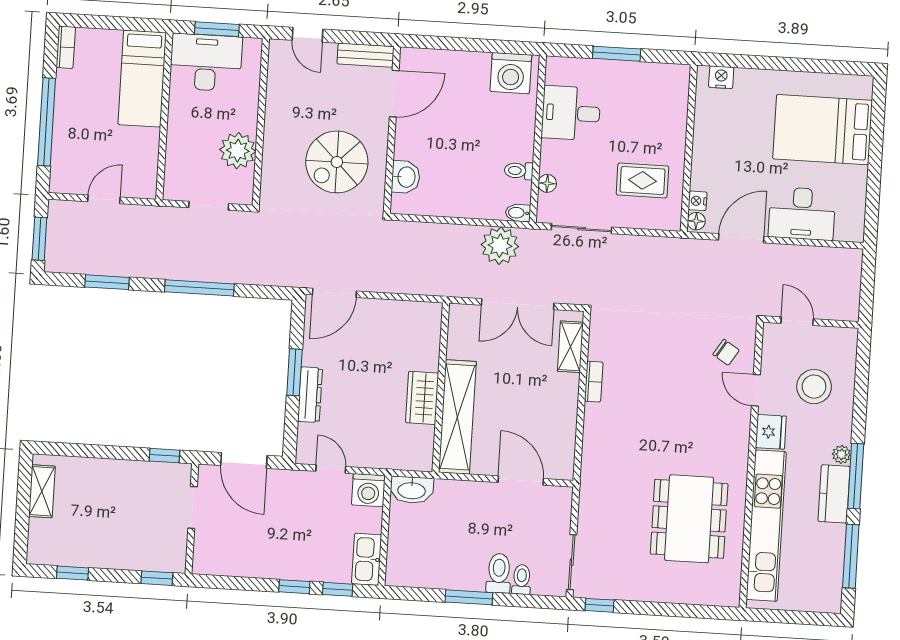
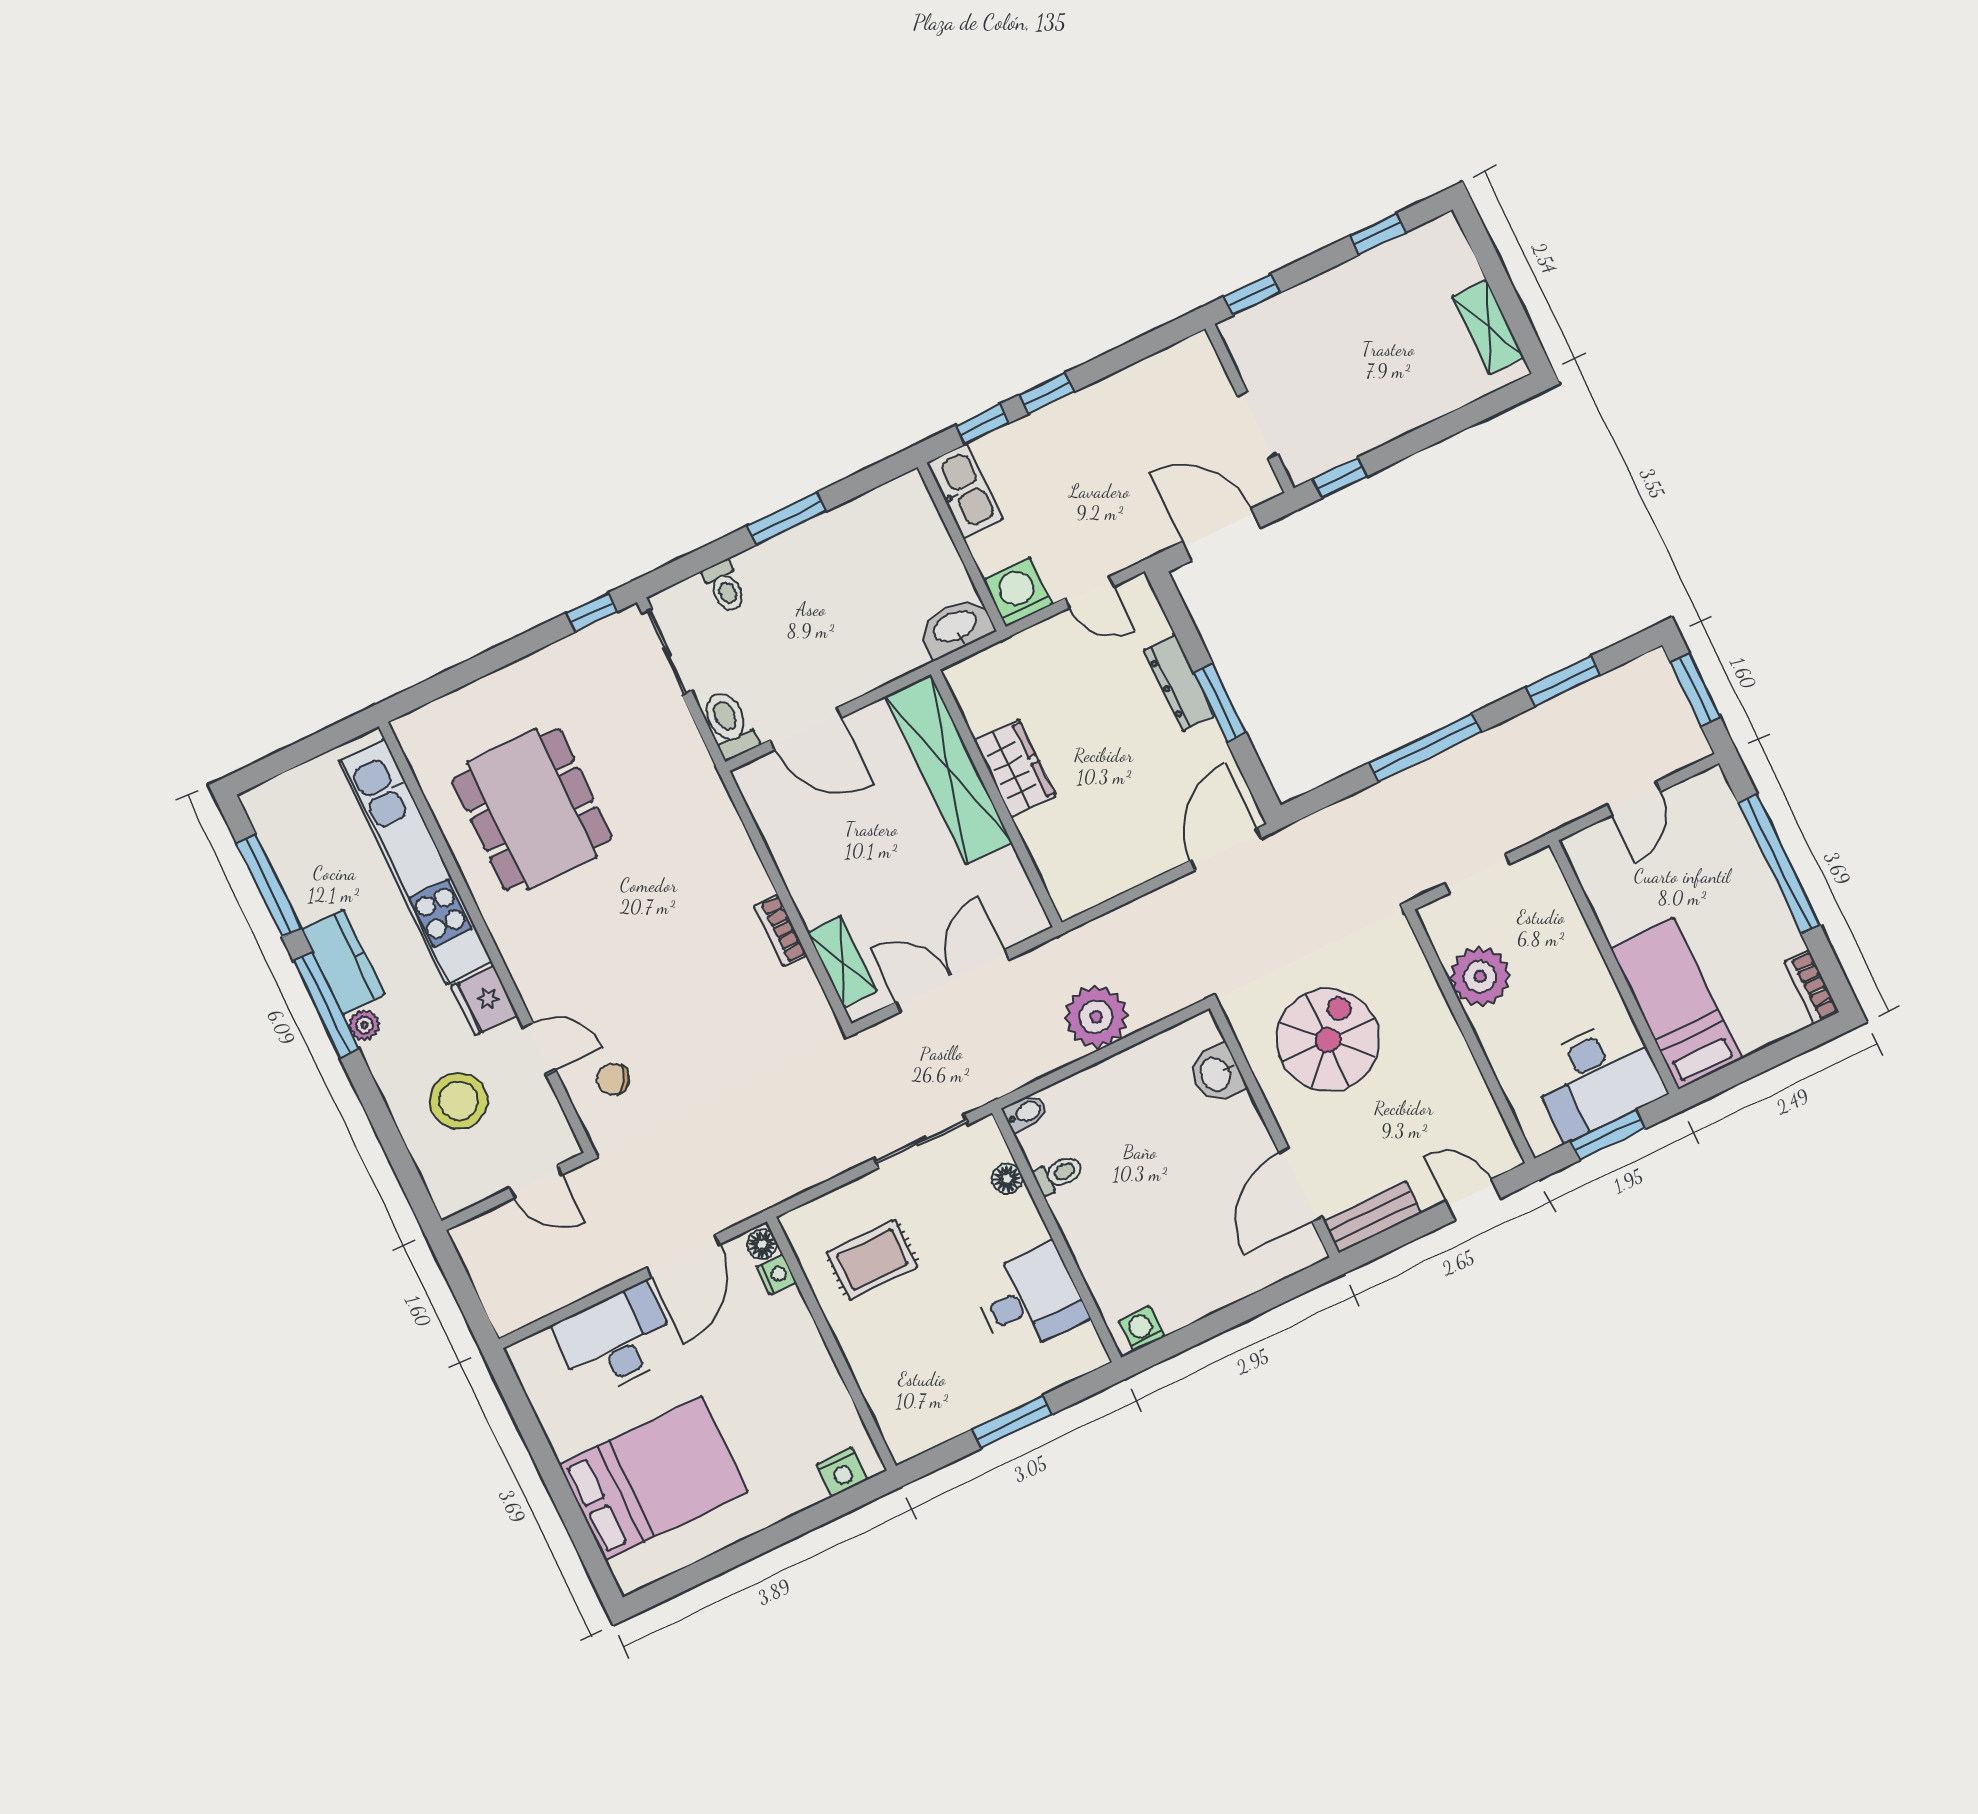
washing machine: (511, 73) -> (1142, 1329), width x0.53, depth x0.53
plant: (500, 246) -> (1096, 1017), moved
toilet: (499, 573) -> (729, 724), moved, turned 180

